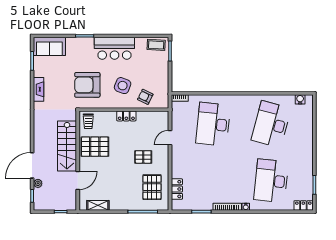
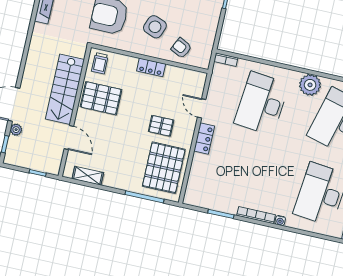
plant: (245, 103) -> (310, 85), added
door: (170, 138) -> (202, 108), hinge flipped
door: (78, 181) -> (69, 137), hinge flipped
pallet: (152, 187) -> (164, 168), width x1.37, depth x1.41
locker: (177, 189) -> (204, 139), moved

